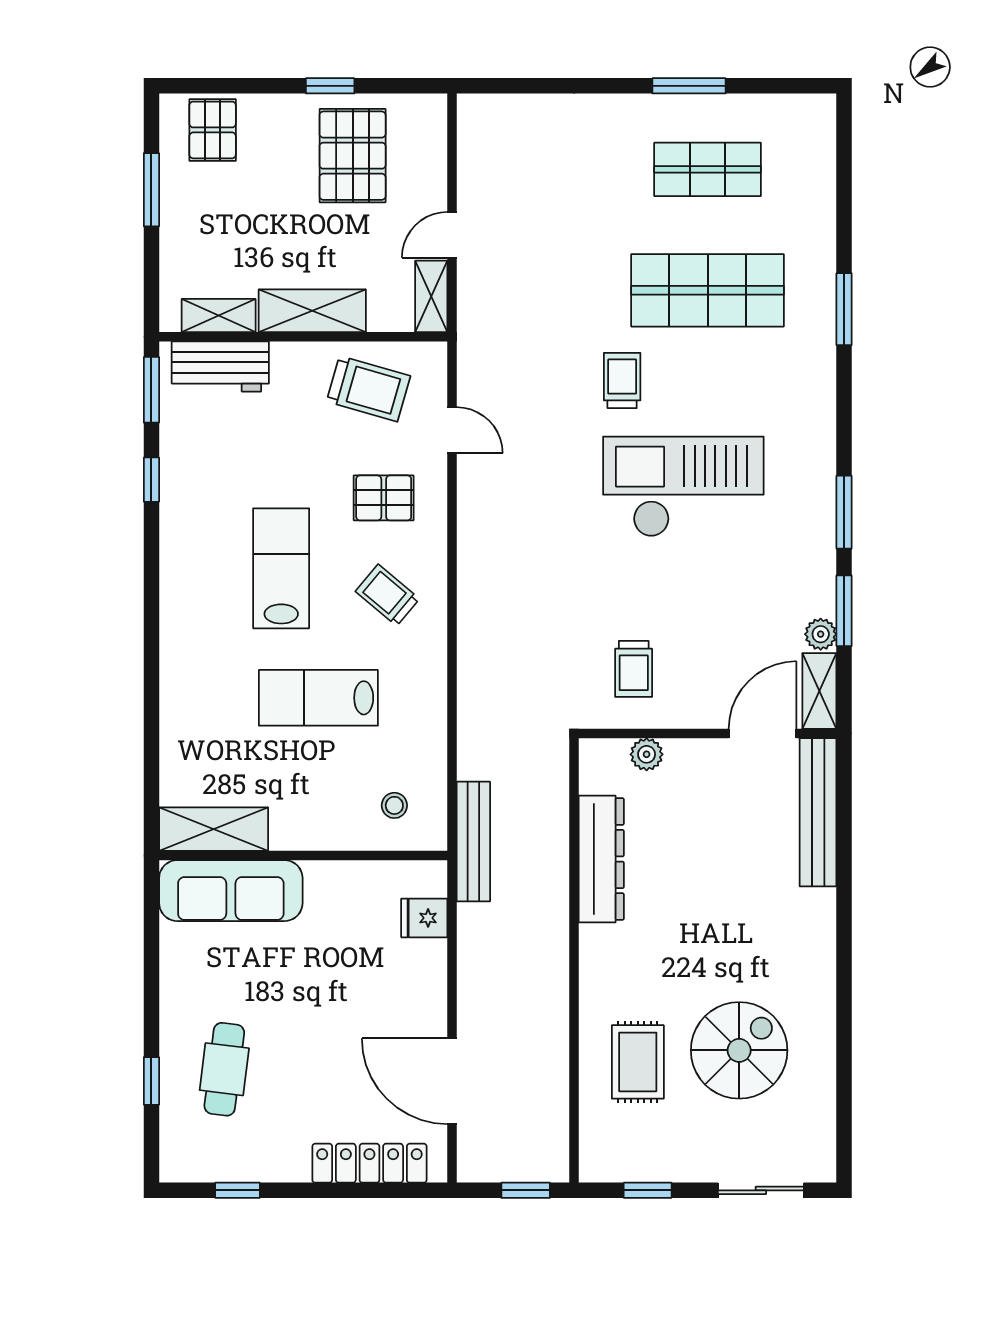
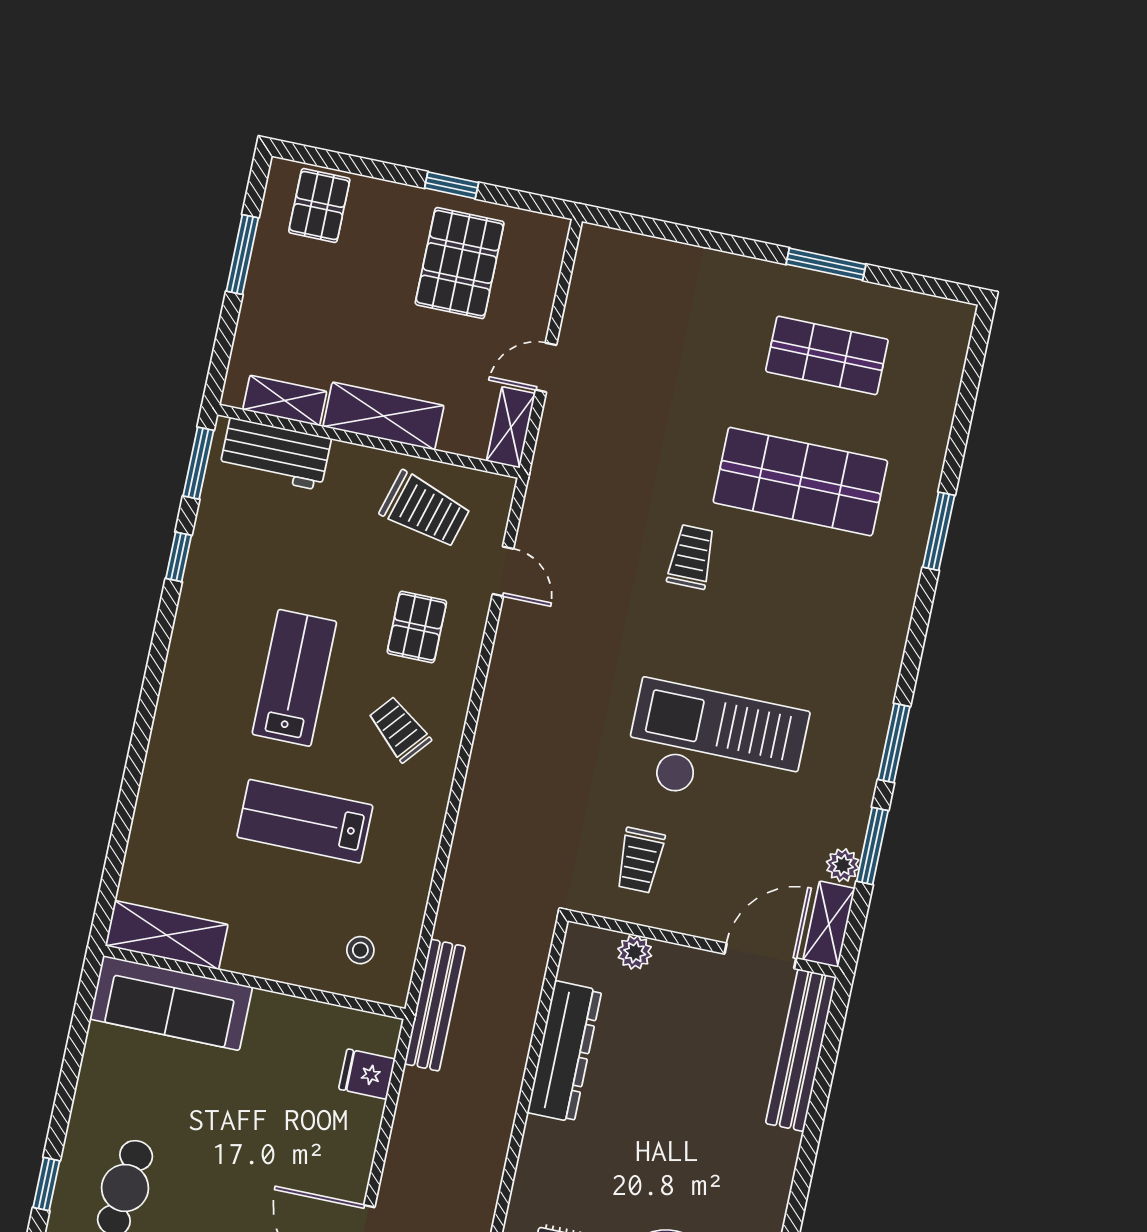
checkout: (683, 487) -> (716, 746), moved
pallet: (384, 498) -> (417, 627), turned 90

